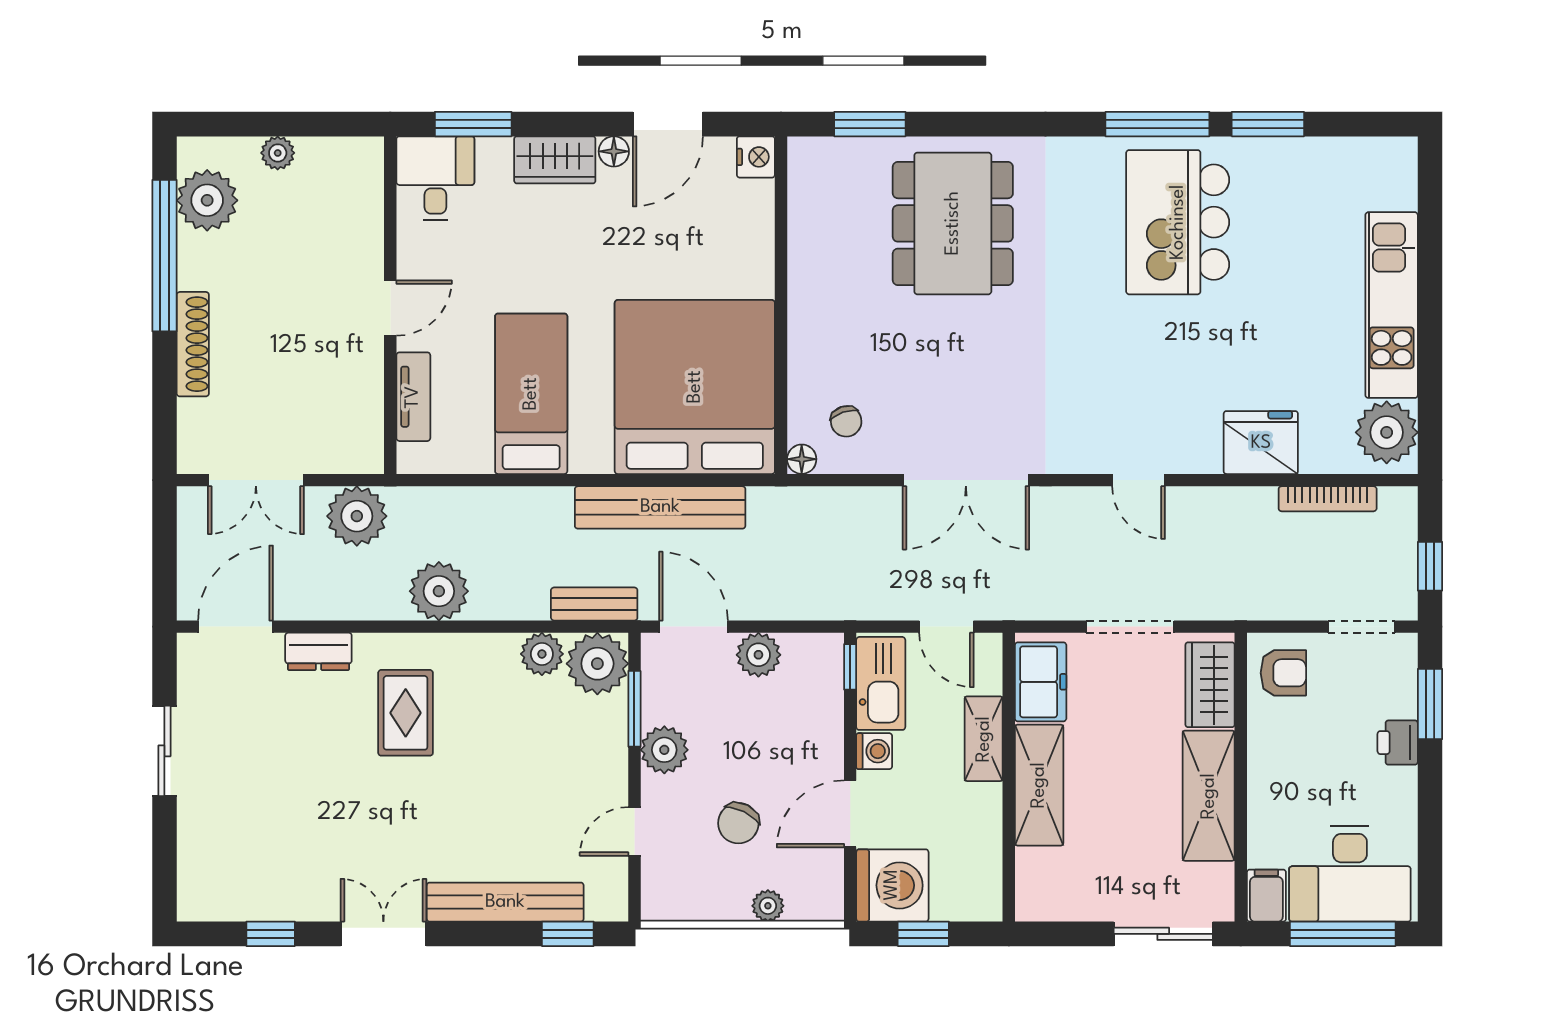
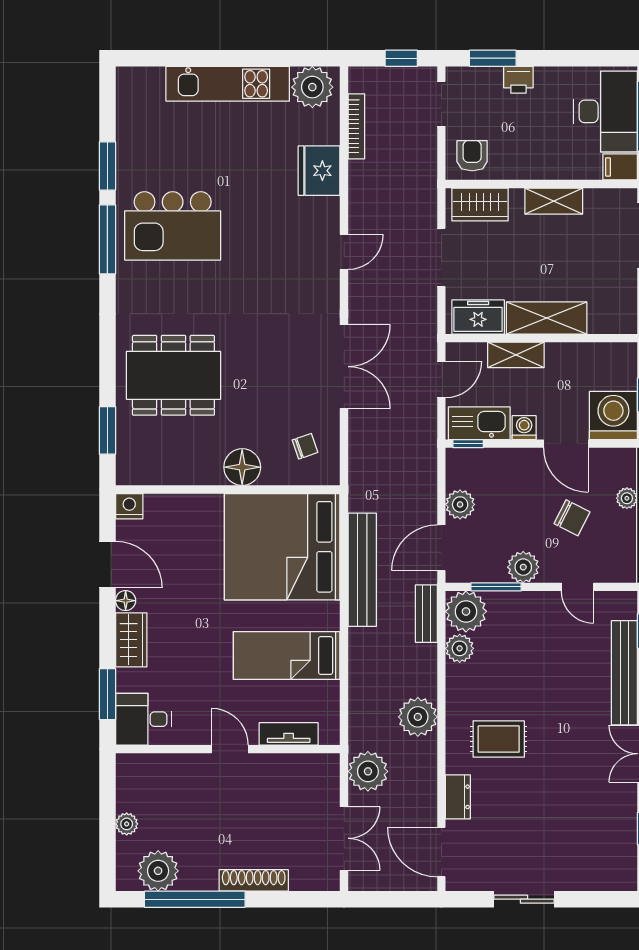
floor lamp: (802, 459) -> (242, 467), moved, width x1.89, depth x1.89
shelving: (1209, 796) -> (554, 201), width x0.67, depth x0.75

